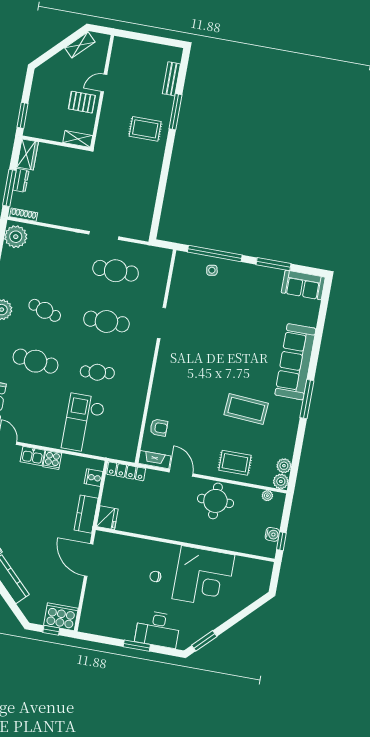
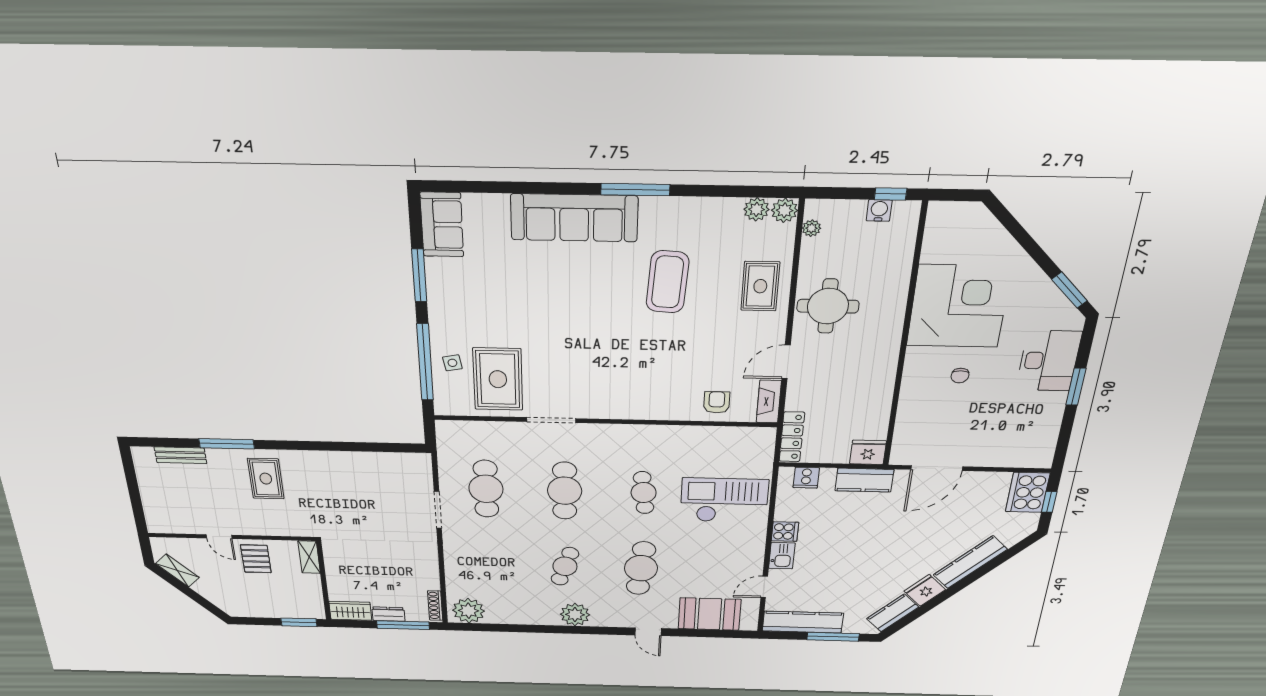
rug: (196, 296) -> (498, 379), added
checkout: (83, 423) -> (724, 500), turned 180

